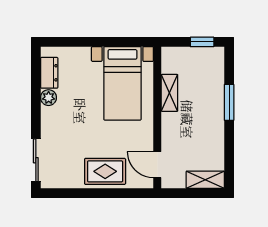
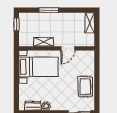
door: (157, 165) -> (68, 48), moved
rug: (105, 171) -> (85, 86), moved

